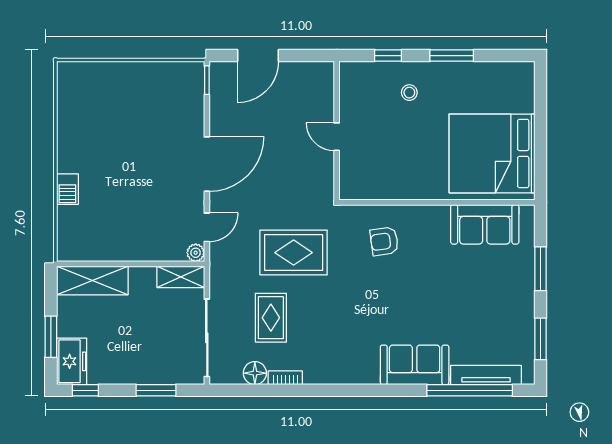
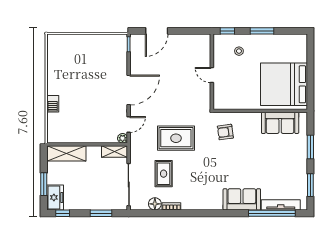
wall: (337, 131) -> (212, 72), moved
door: (337, 137) -> (212, 75), moved

